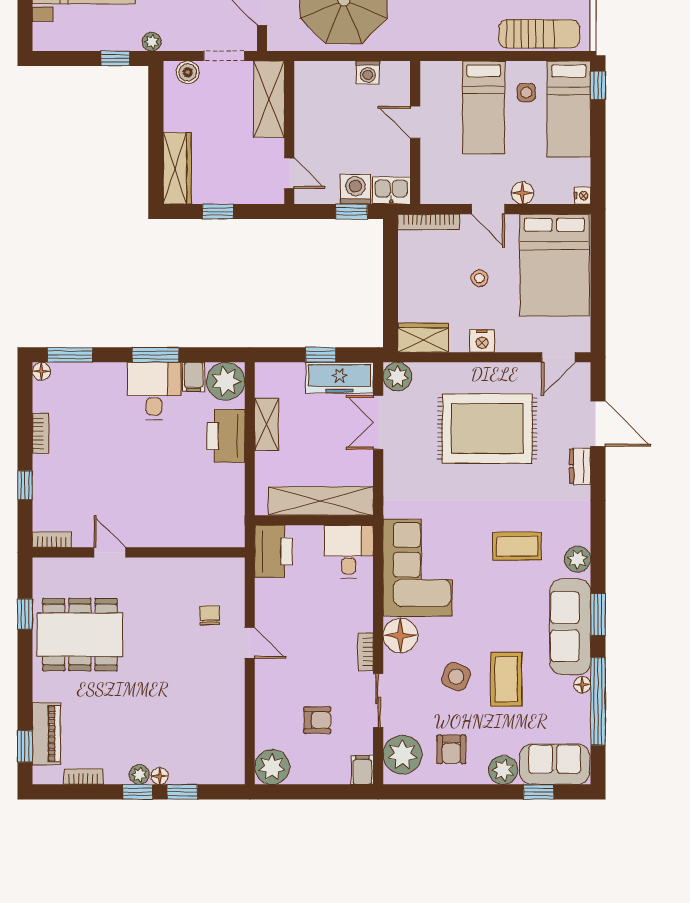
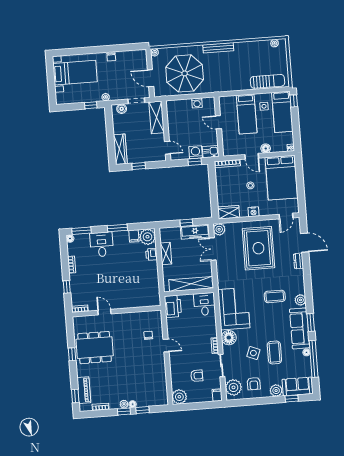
desk: (154, 391) -> (102, 244), moved
rug: (487, 429) -> (258, 248), turned 90
printer: (226, 436) -> (151, 254), width x0.53, depth x0.68
window: (25, 614) -> (72, 354), moved

